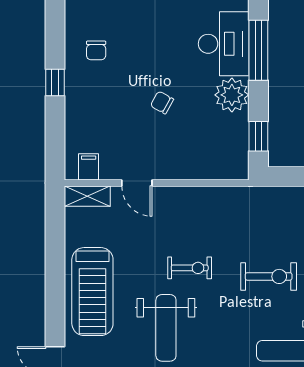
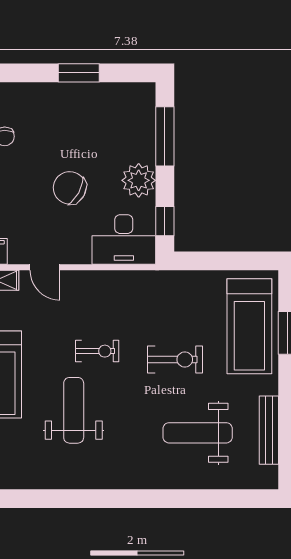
desk: (224, 44) -> (124, 240), moved, turned 90
chair: (162, 102) -> (70, 188), width x1.87, depth x1.87
weight bench: (166, 328) -> (74, 410), turned 180

